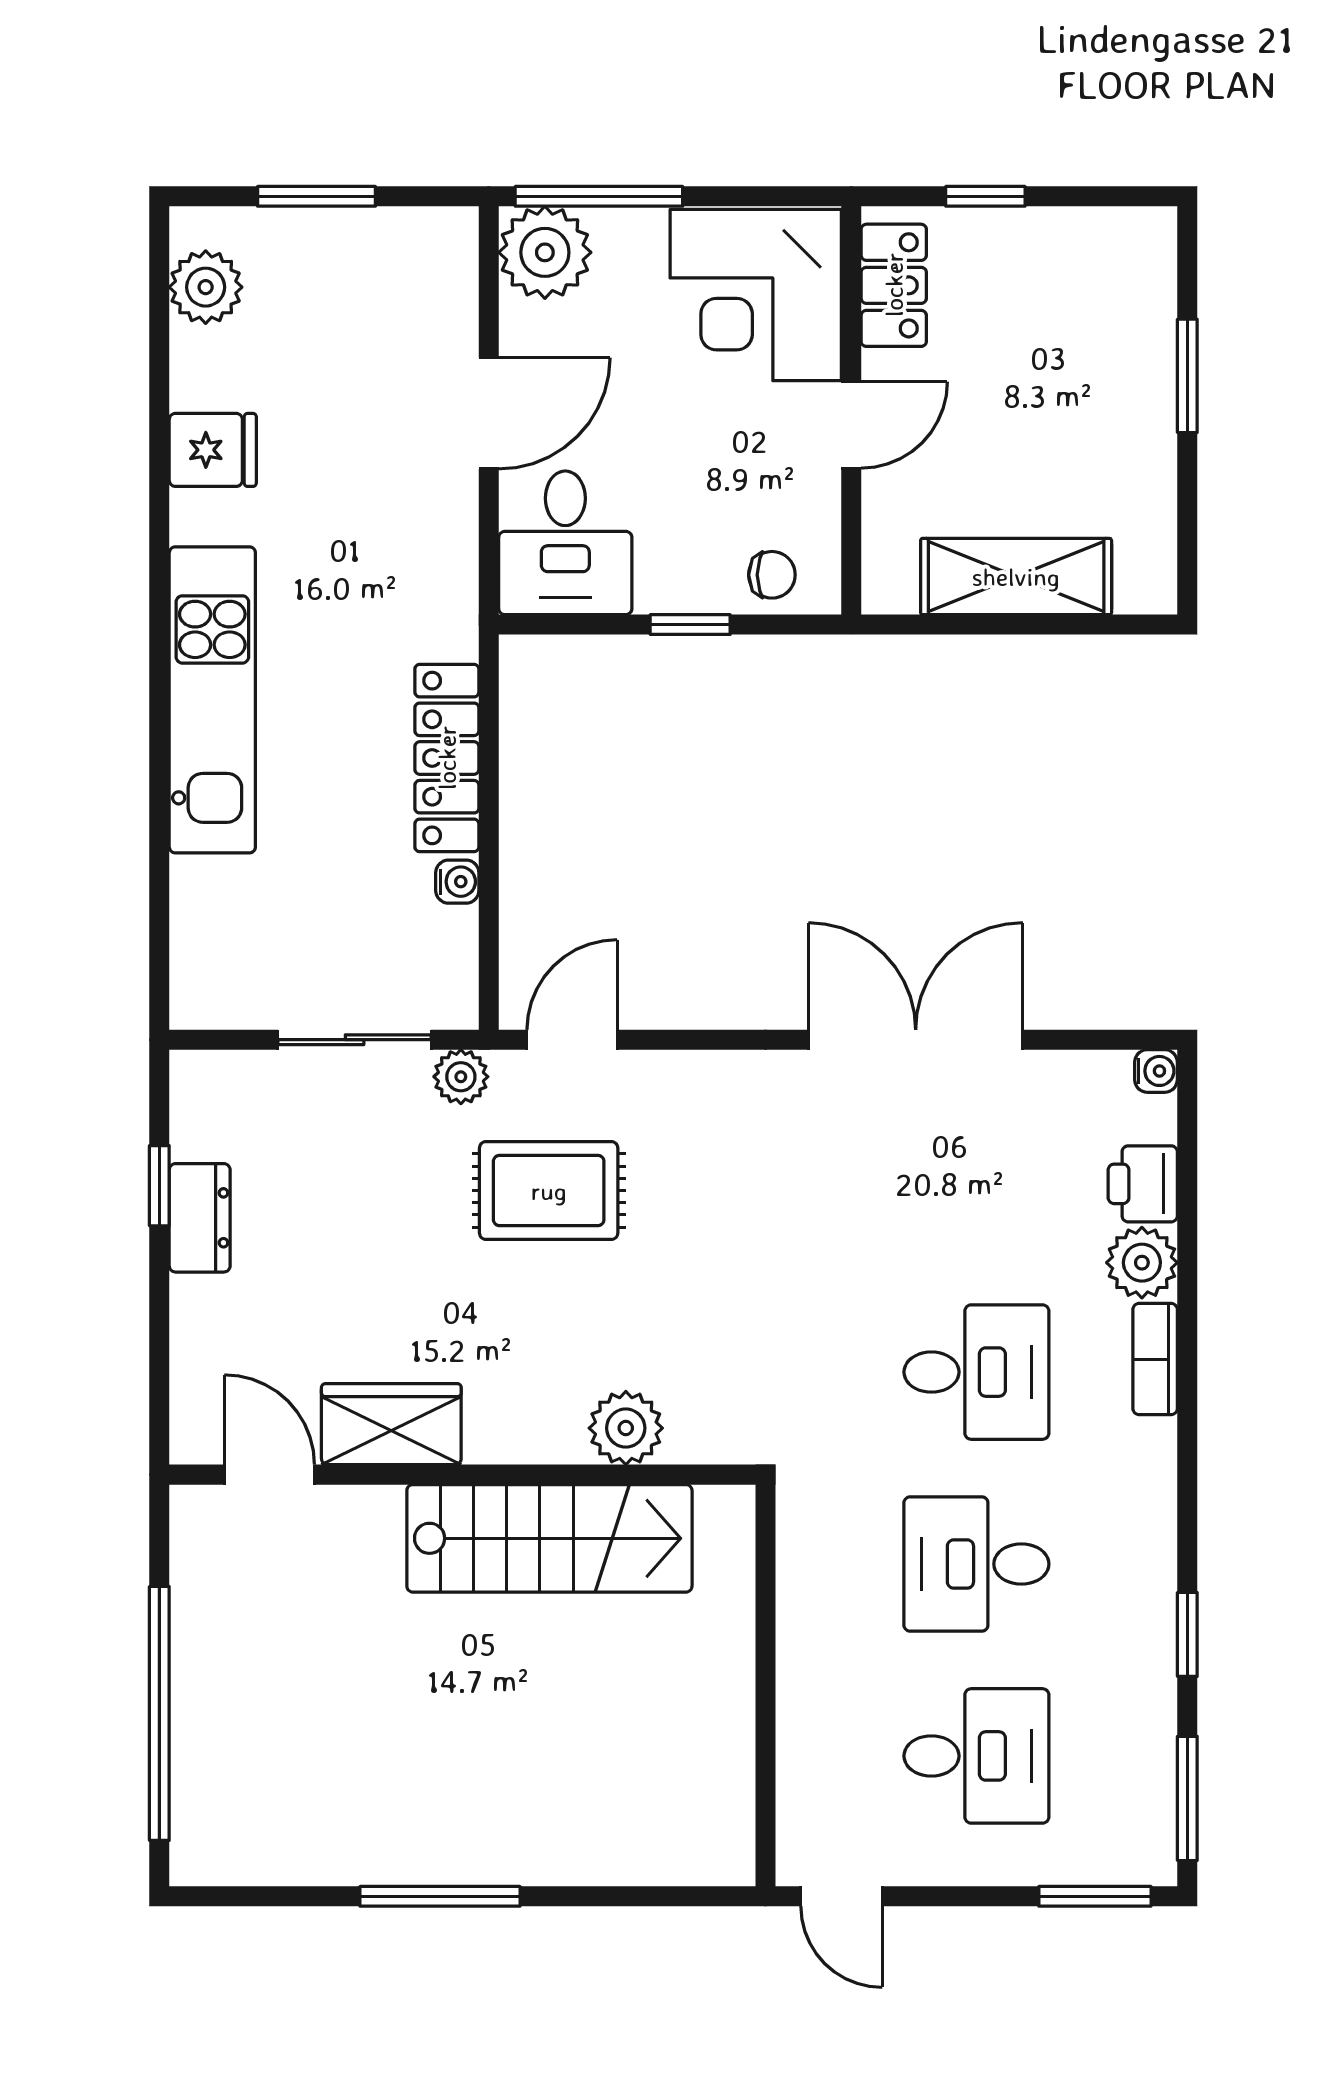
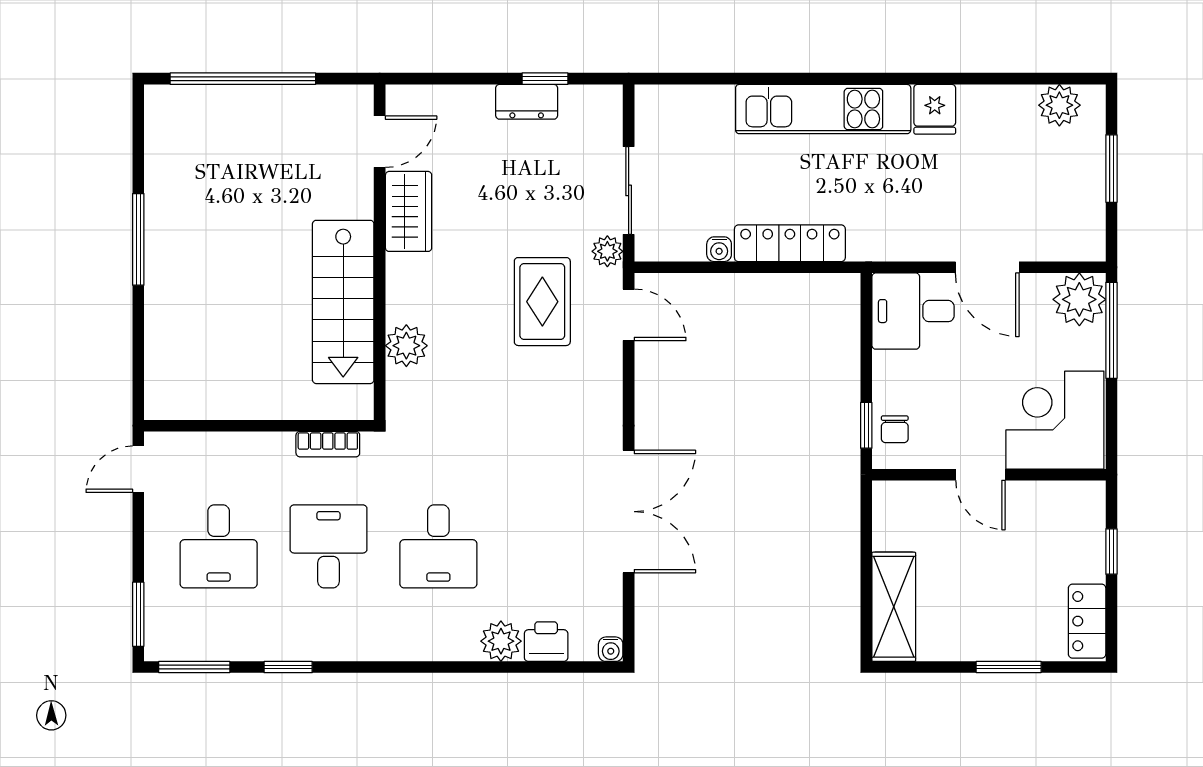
locker: (894, 285) -> (1087, 621), moved, turned 90
fridge: (213, 450) -> (935, 109), moved
shelving: (1016, 577) -> (894, 607), moved
window: (690, 625) -> (866, 425), moved
bookcase: (1155, 1359) -> (328, 444), moved, turned 180

